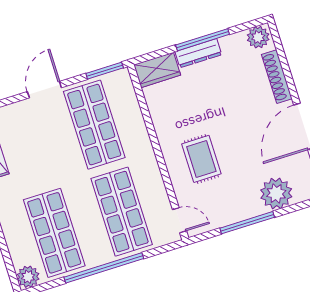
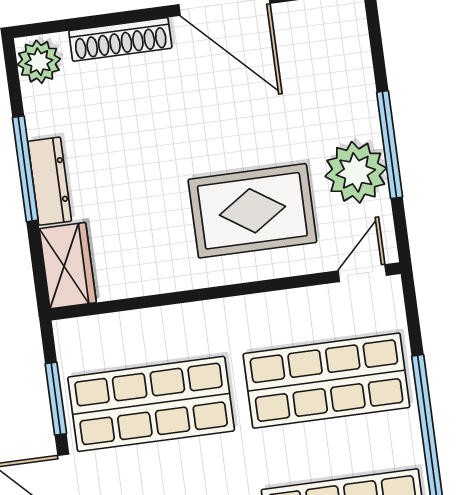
window: (105, 71) -> (56, 399), moved
rug: (201, 159) -> (252, 211), width x1.36, depth x1.43
plant: (276, 193) -> (356, 172), moved

